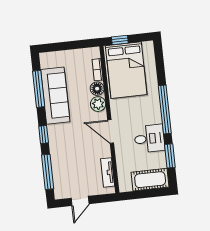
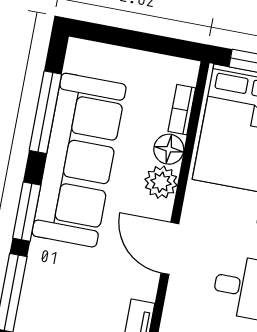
sofa: (55, 96) -> (79, 160), width x1.36, depth x1.27
window: (44, 135) -> (27, 212), width x1.50

